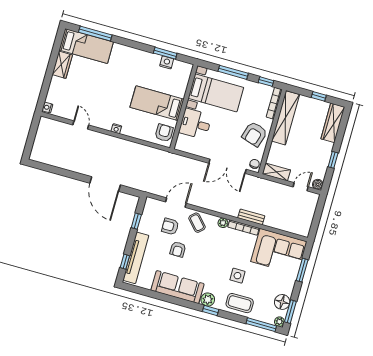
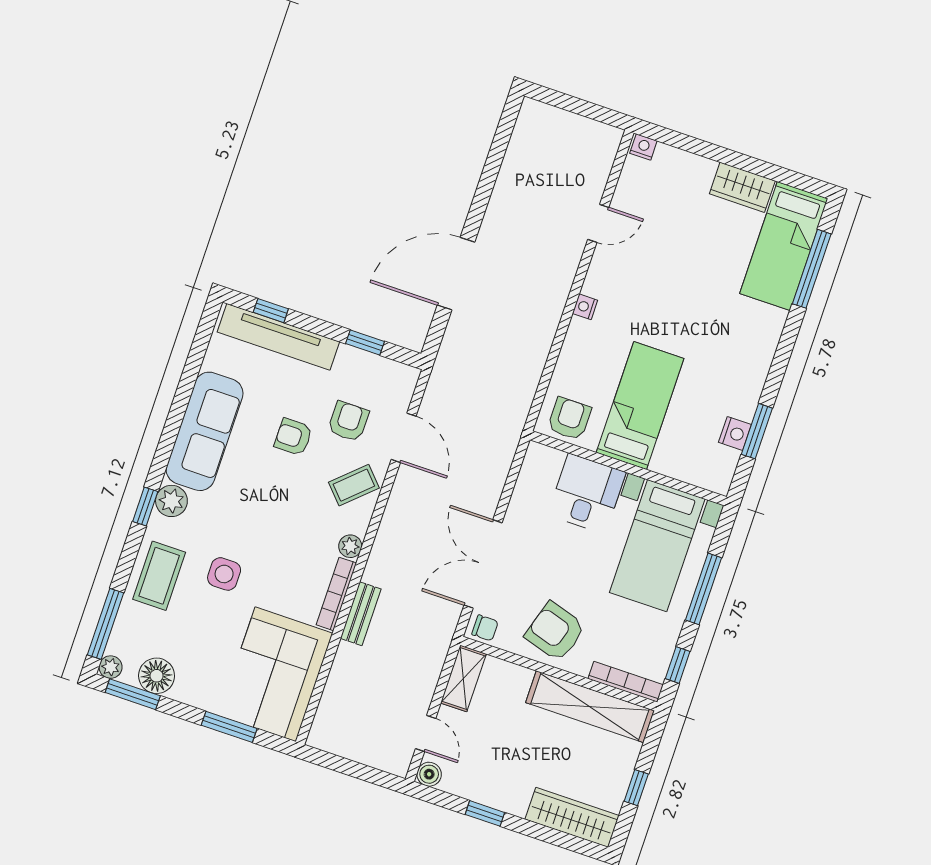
armchair: (164, 133) -> (569, 419), turned -90

